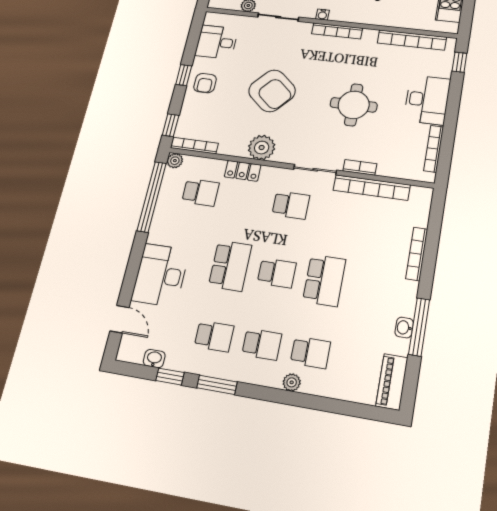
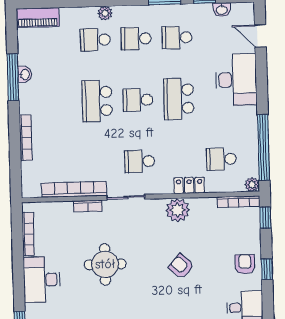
armchair: (272, 91) -> (181, 266), width x0.53, depth x0.53
piano: (392, 382) -> (38, 17), moved, turned 90

